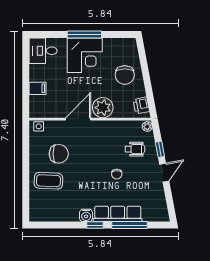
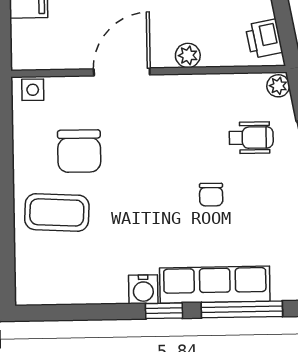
plant: (103, 108) -> (188, 55), width x0.53, depth x0.53
chair: (59, 154) -> (79, 151), turned 90

